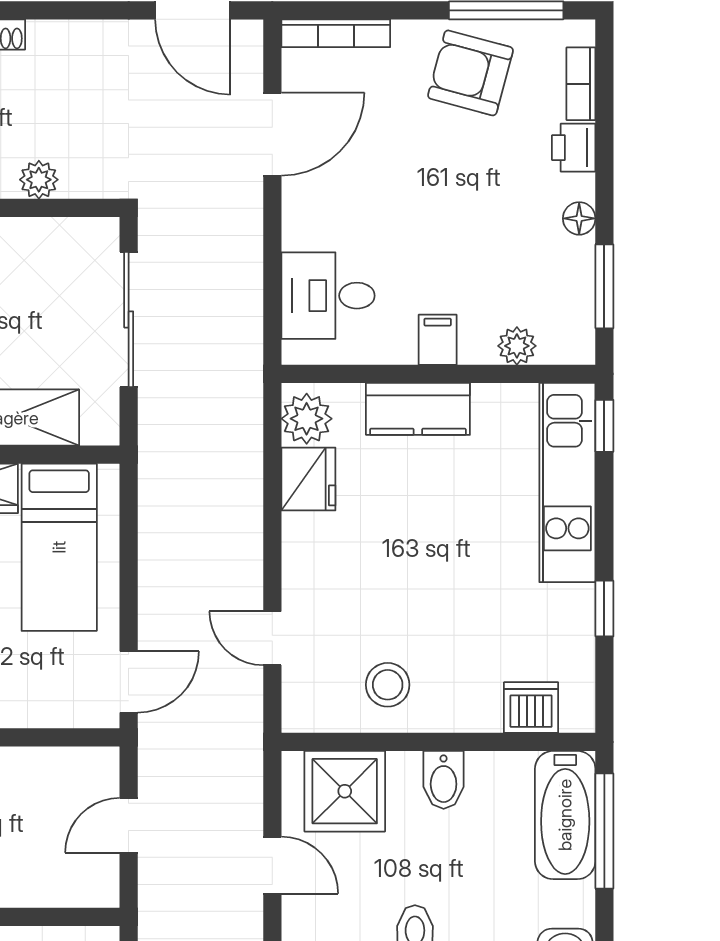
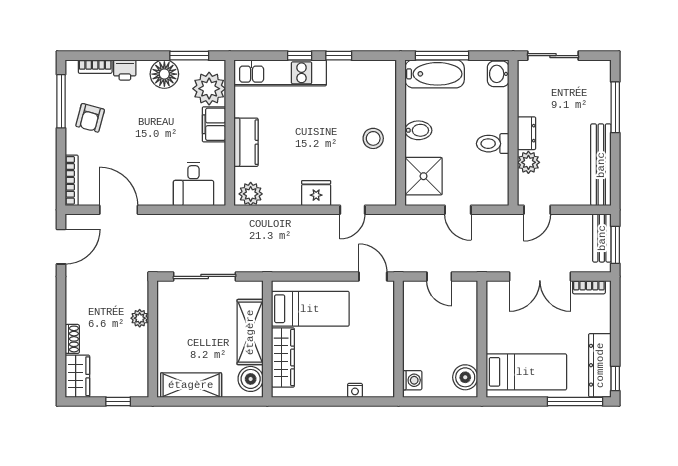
armchair: (470, 73) -> (90, 118), width x0.72, depth x0.72
floor lamp: (579, 218) -> (164, 74), width x1.89, depth x1.89
filing cabinet: (438, 340) -> (214, 124), width x2.00
plant: (517, 346) -> (209, 89), width x1.87, depth x1.87
window: (604, 426) -> (300, 56), moved
fridge: (308, 479) -> (316, 193), moved
stool: (388, 685) -> (373, 138), moved
dishwasher: (531, 708) -> (385, 90), removed
door: (272, 865) -> (458, 210), swing flipped

